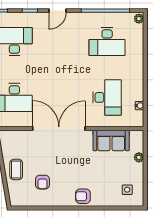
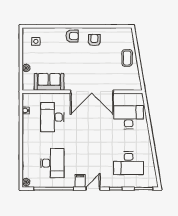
filing cabinet: (73, 20) -> (80, 181), added
desk: (107, 42) -> (52, 163), turned 90
armchair: (43, 182) -> (94, 40), moved

